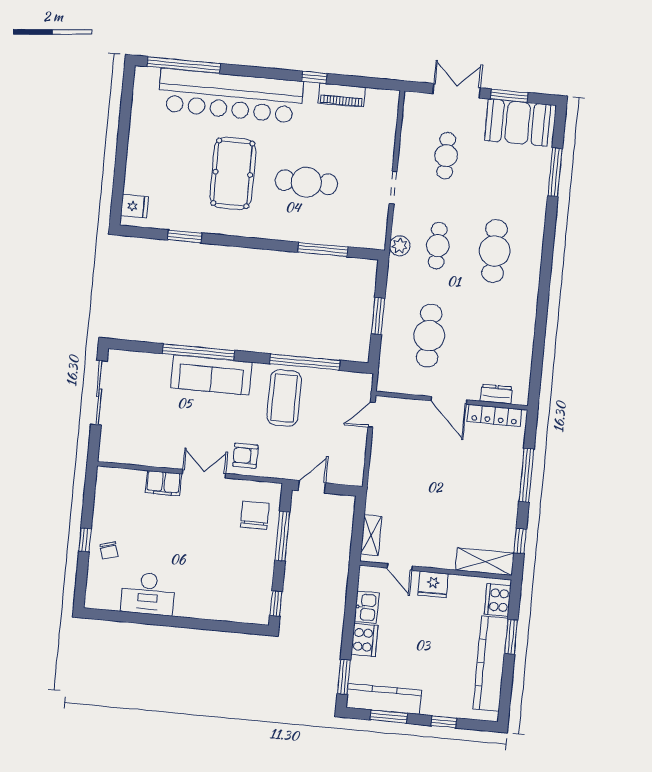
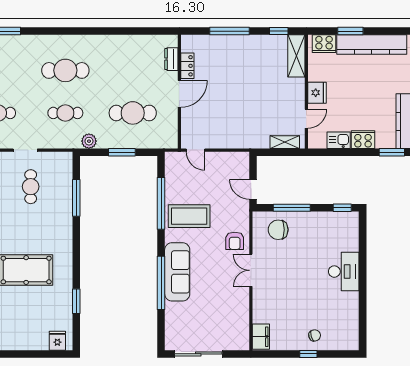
cafe table: (306, 182) -> (31, 187), moved, width x0.73, depth x0.74
plant: (400, 246) -> (89, 141), moved
locker: (494, 415) -> (187, 66), width x0.66
filing cabinet: (163, 483) -> (261, 337), moved
desk: (148, 594) -> (344, 272), moved

